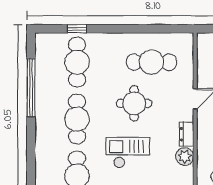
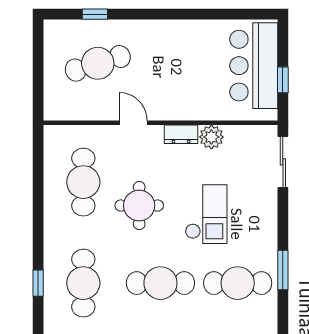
cafe table: (77, 62) -> (83, 283), turned 90
checkout: (128, 153) -> (206, 214), turned 180

